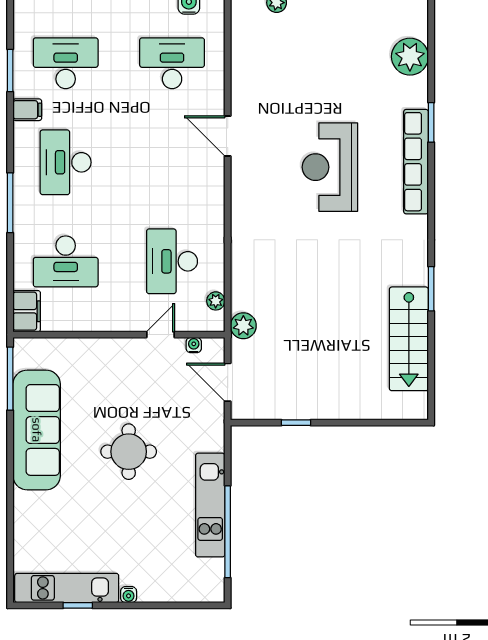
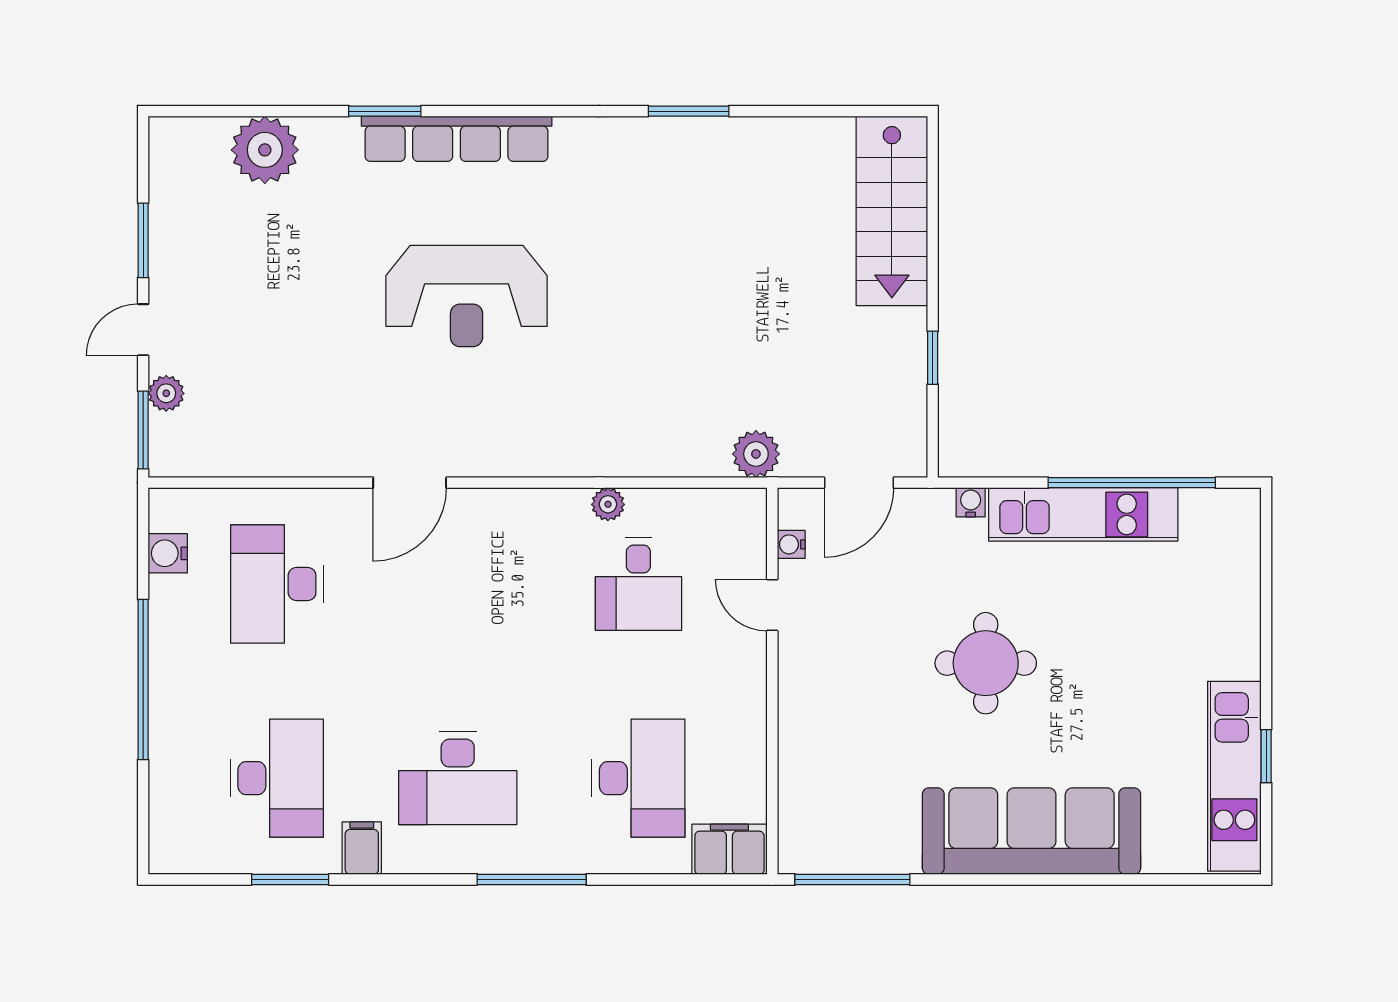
desk: (66, 63) -> (277, 778), turned 180
desk: (172, 261) -> (638, 584), width x0.73
plant: (216, 301) -> (608, 504), moved
stairs: (409, 339) -> (892, 211), moved, turned 90
sofa: (37, 430) -> (1031, 831), moved
water cooler: (129, 595) -> (971, 502), moved, turned -90

